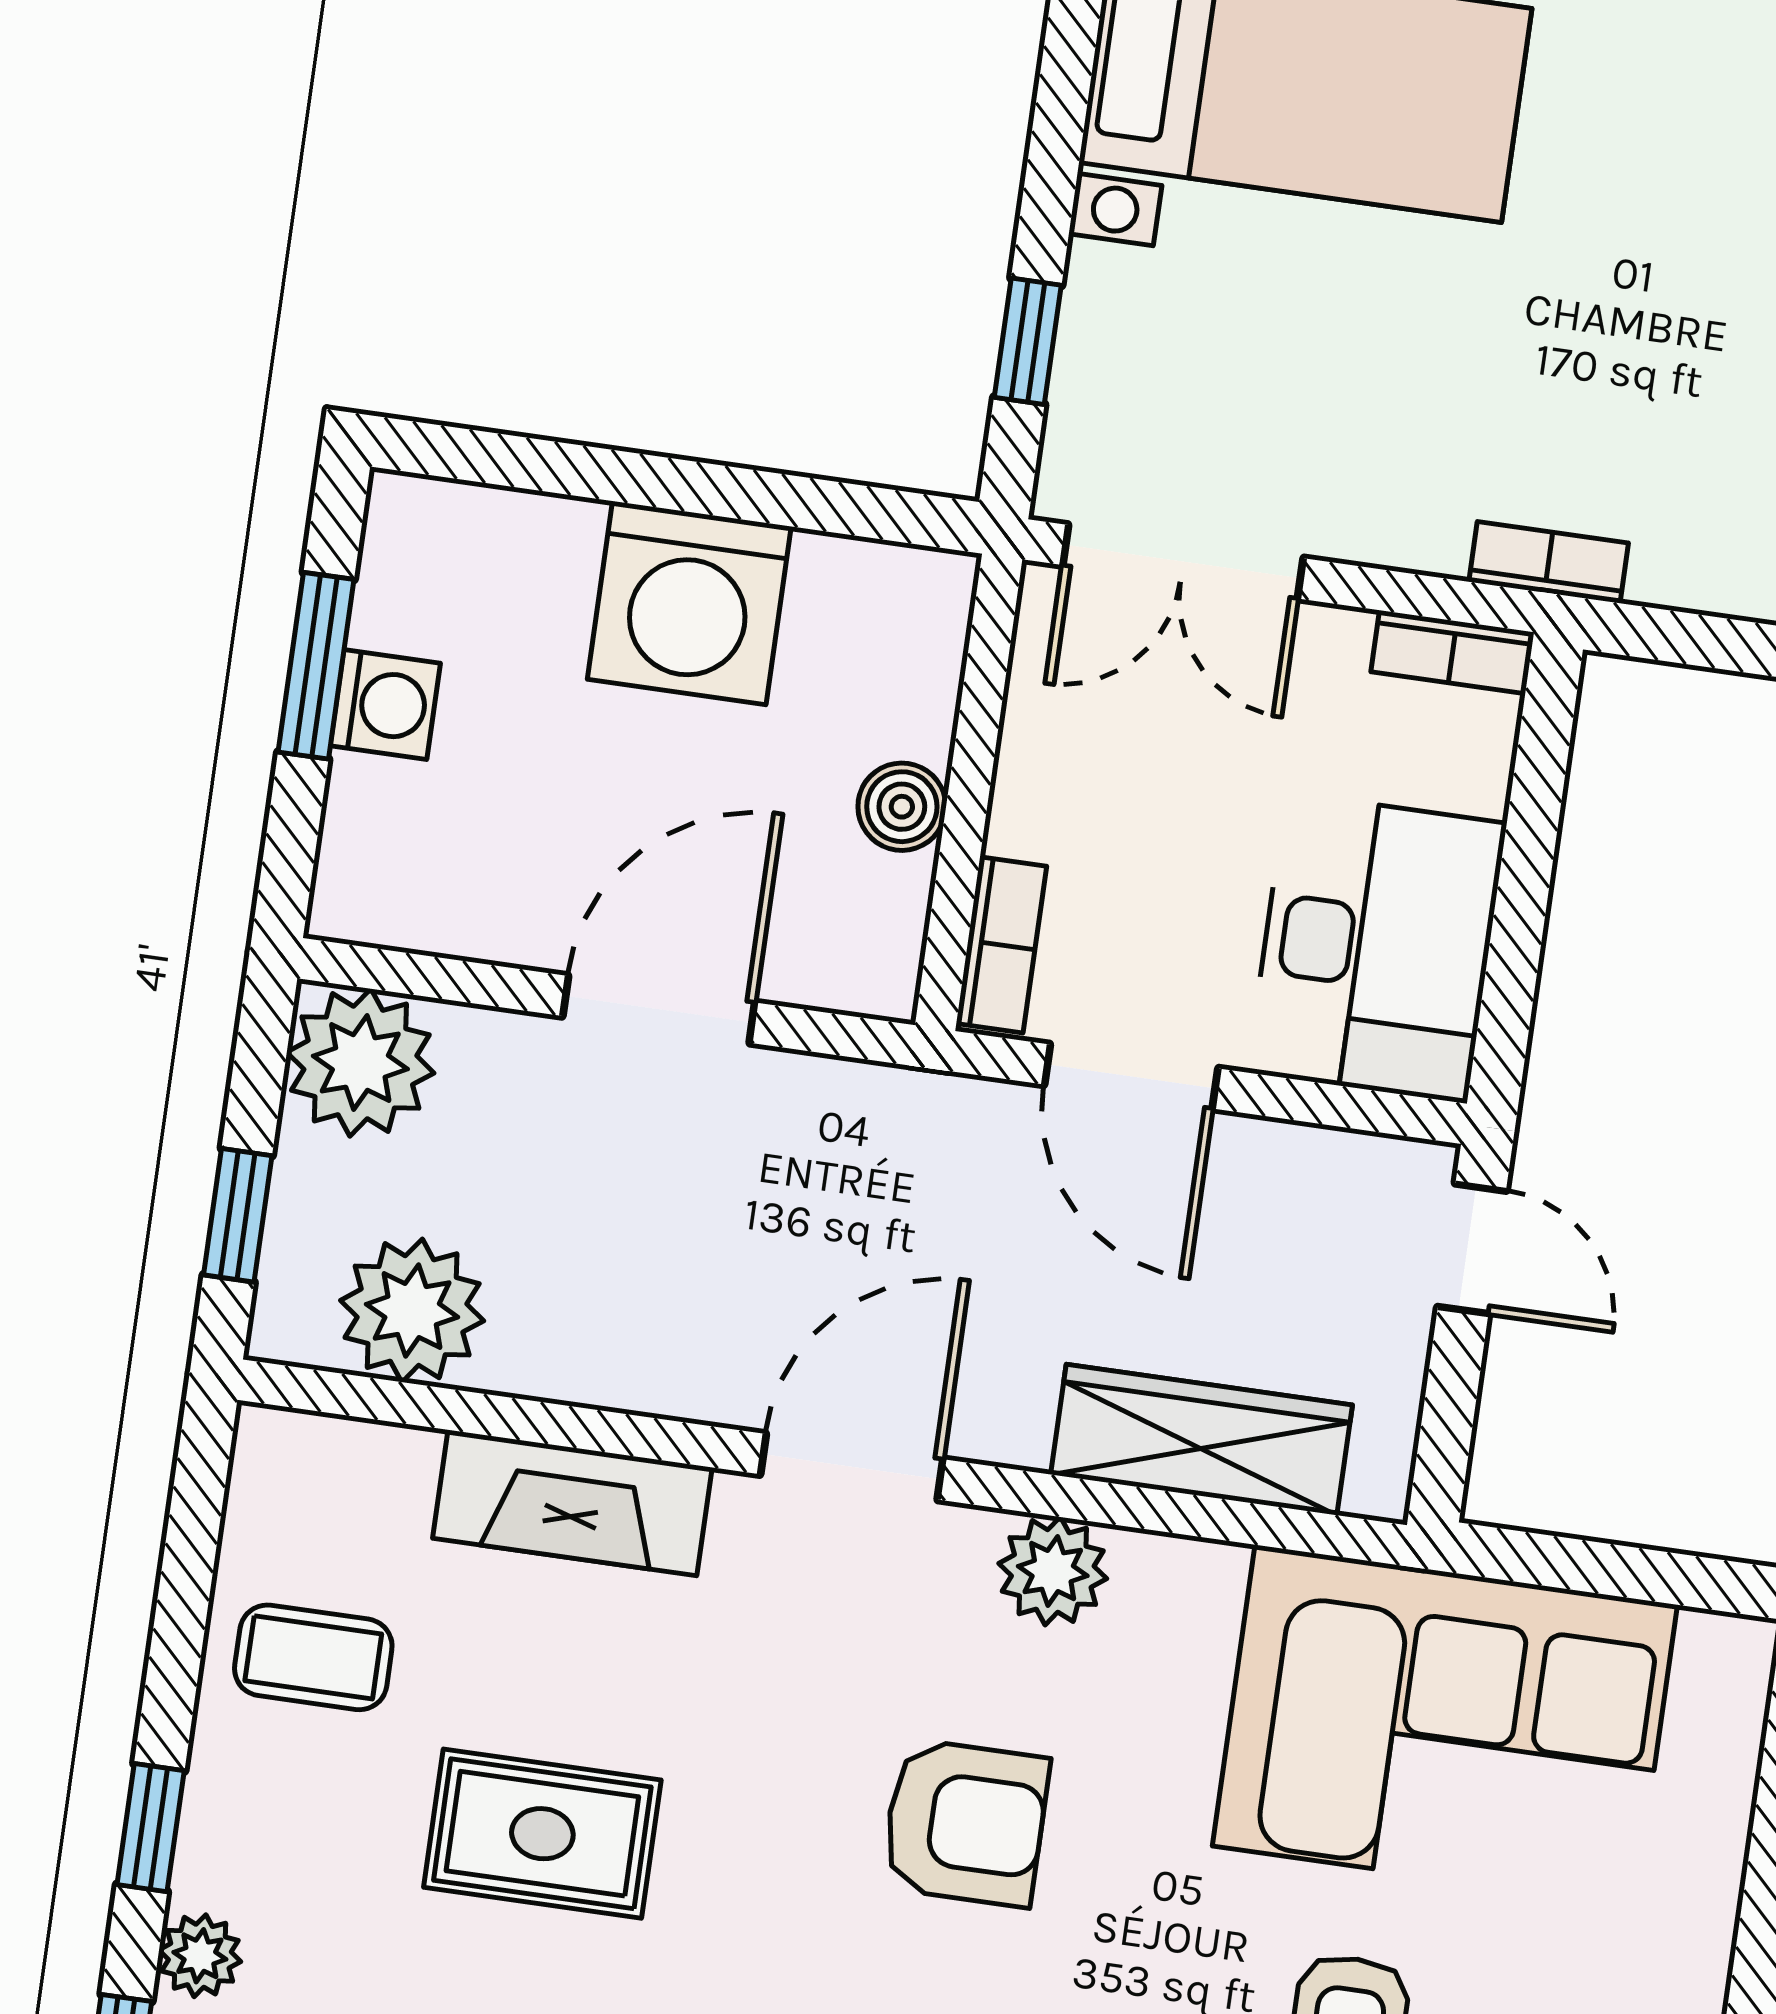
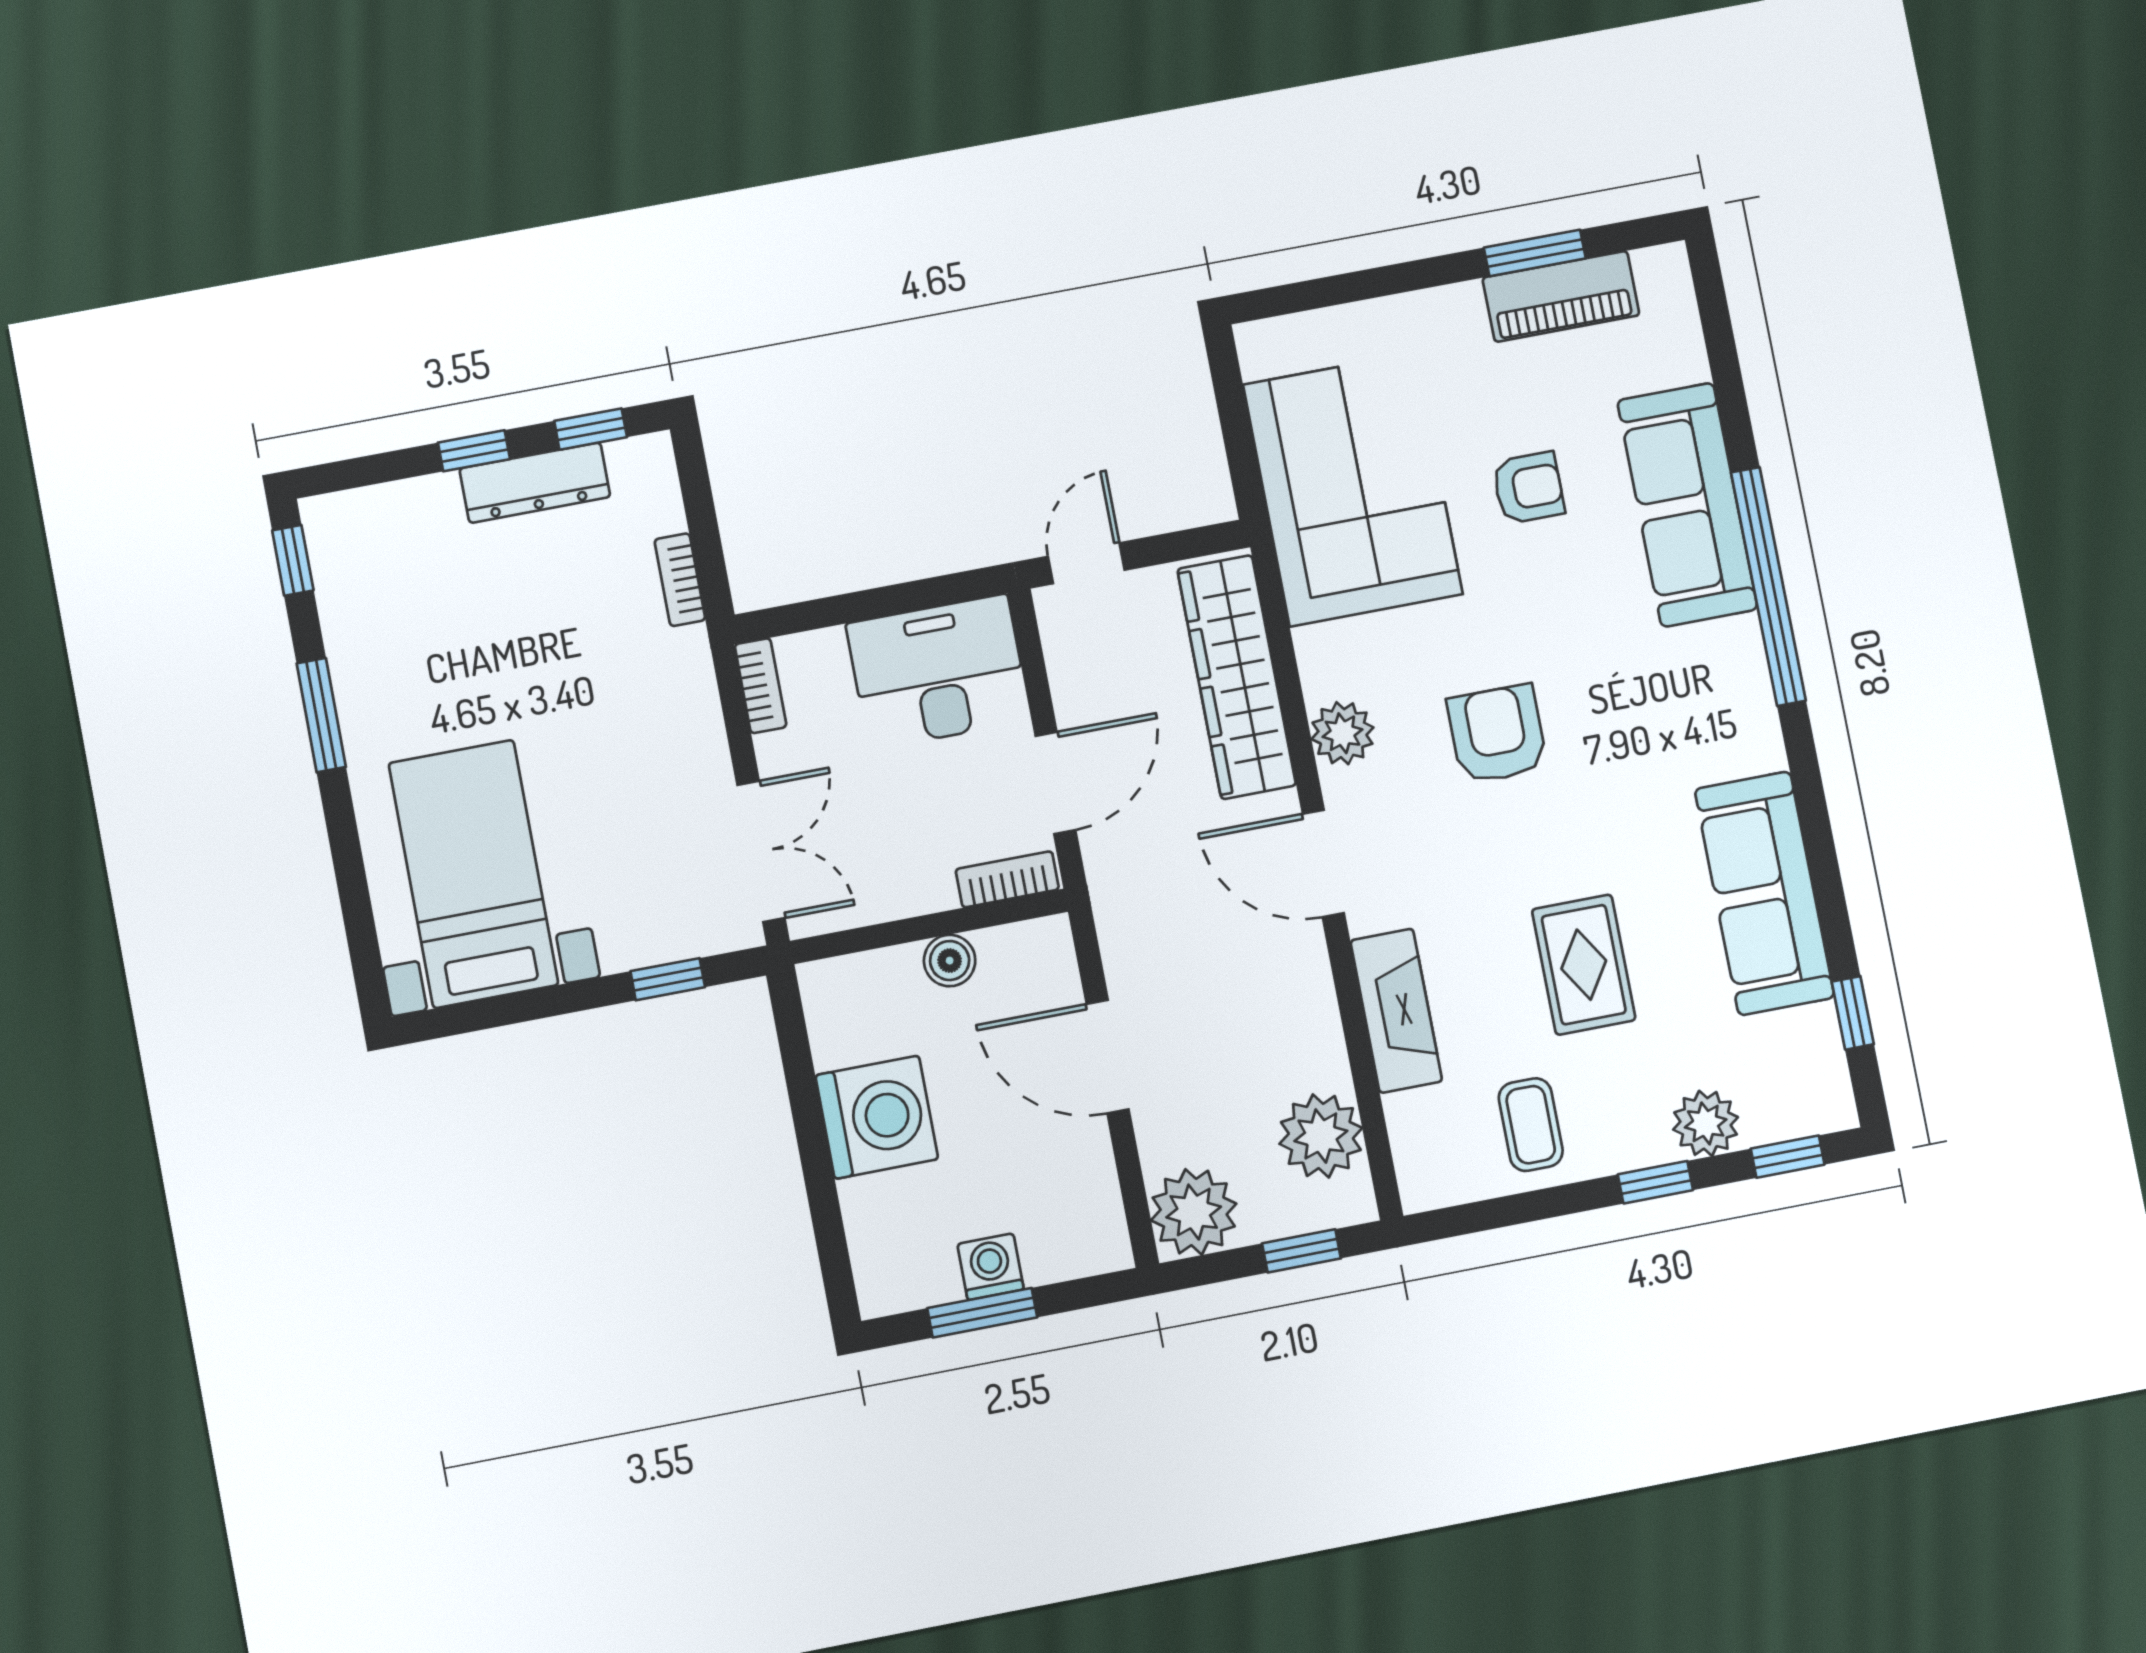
bookcase: (1549, 562) -> (680, 580), moved
wardrobe: (1202, 1440) -> (1237, 677), width x1.40, depth x1.17
plant: (200, 1956) -> (1706, 1123), width x1.38, depth x1.38

